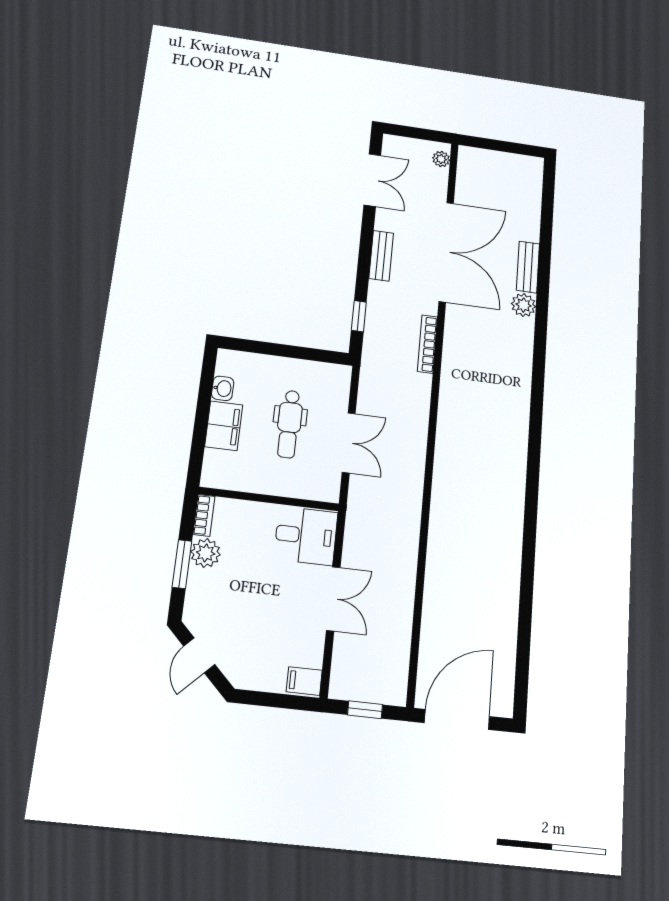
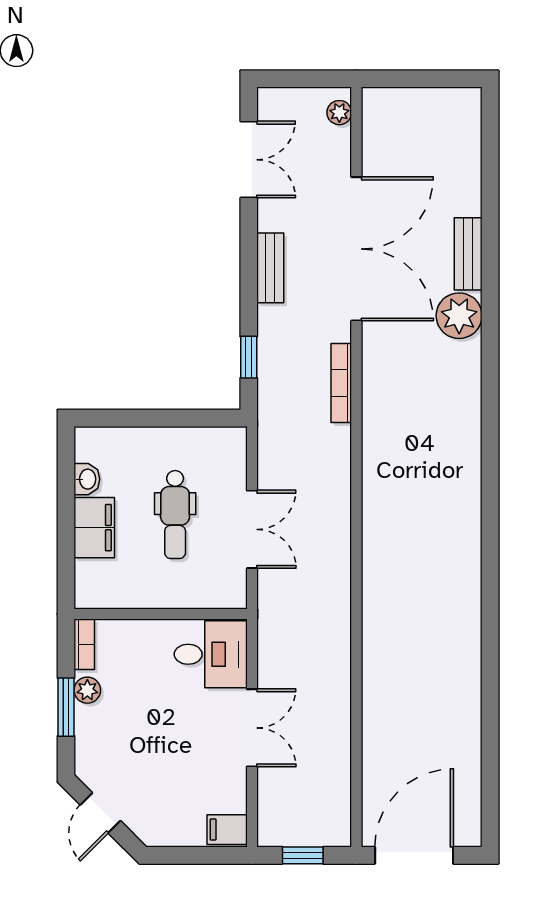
plant: (524, 305) -> (459, 316), width x1.36, depth x1.36
plant: (206, 553) -> (87, 690), width x0.73, depth x0.73

